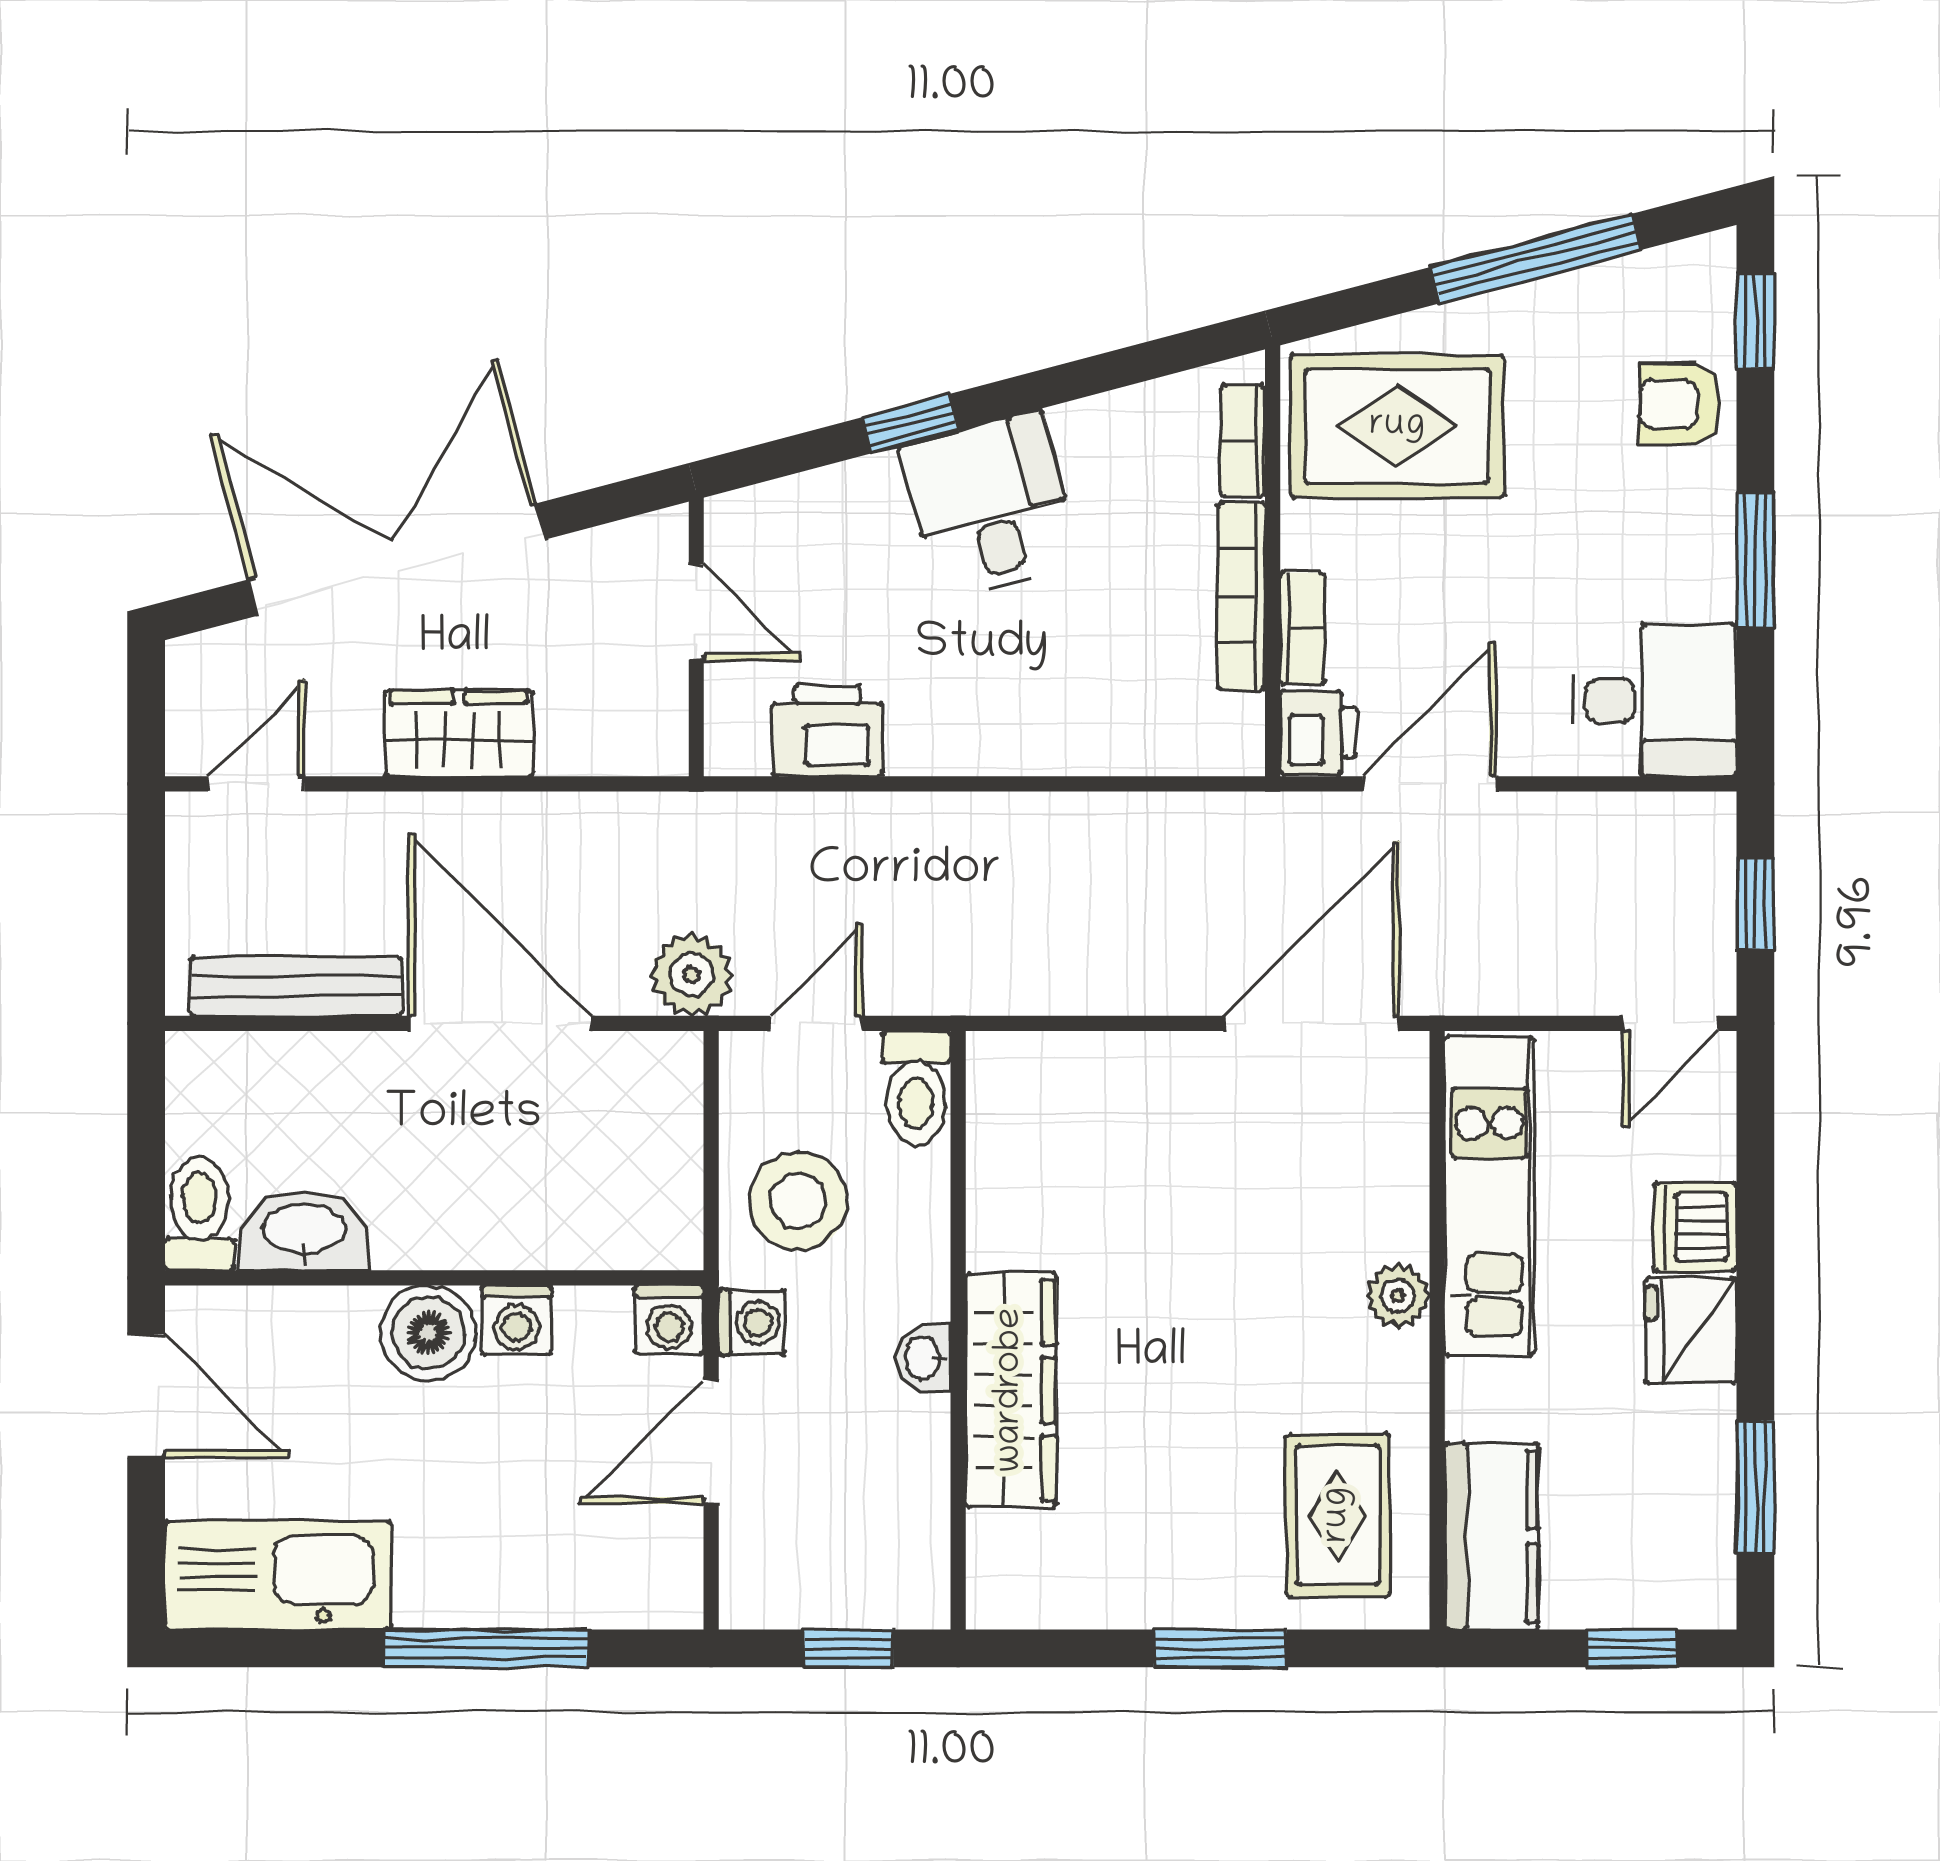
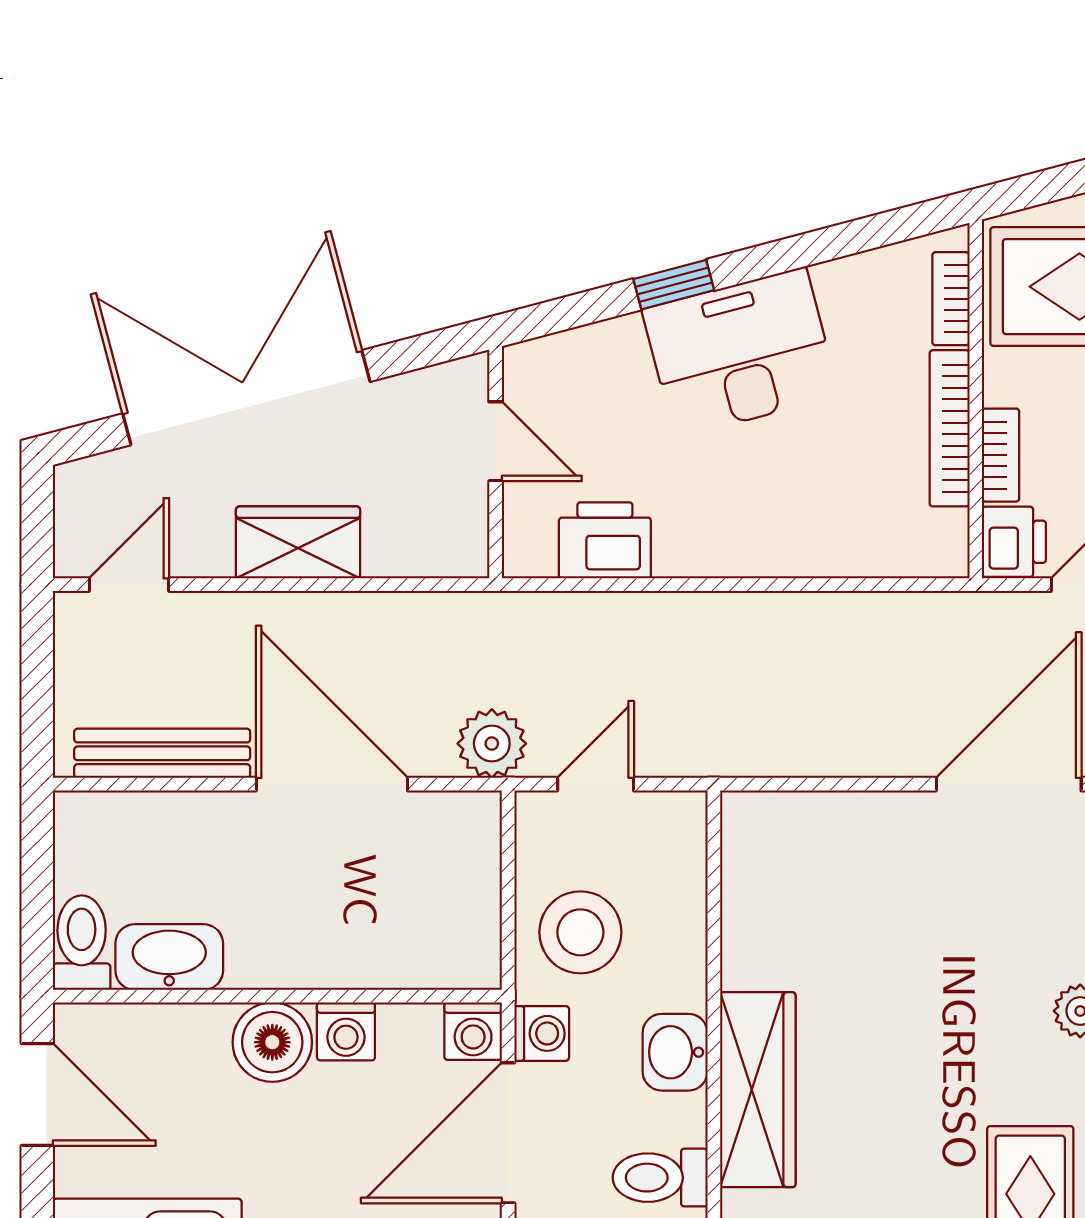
desk: (990, 505) -> (741, 353), width x1.37
toilet: (916, 1088) -> (660, 1178), moved, turned 90
washbasin: (924, 1358) -> (675, 1052), width x1.38, depth x1.45
door: (711, 1442) -> (508, 1133), width x1.36

